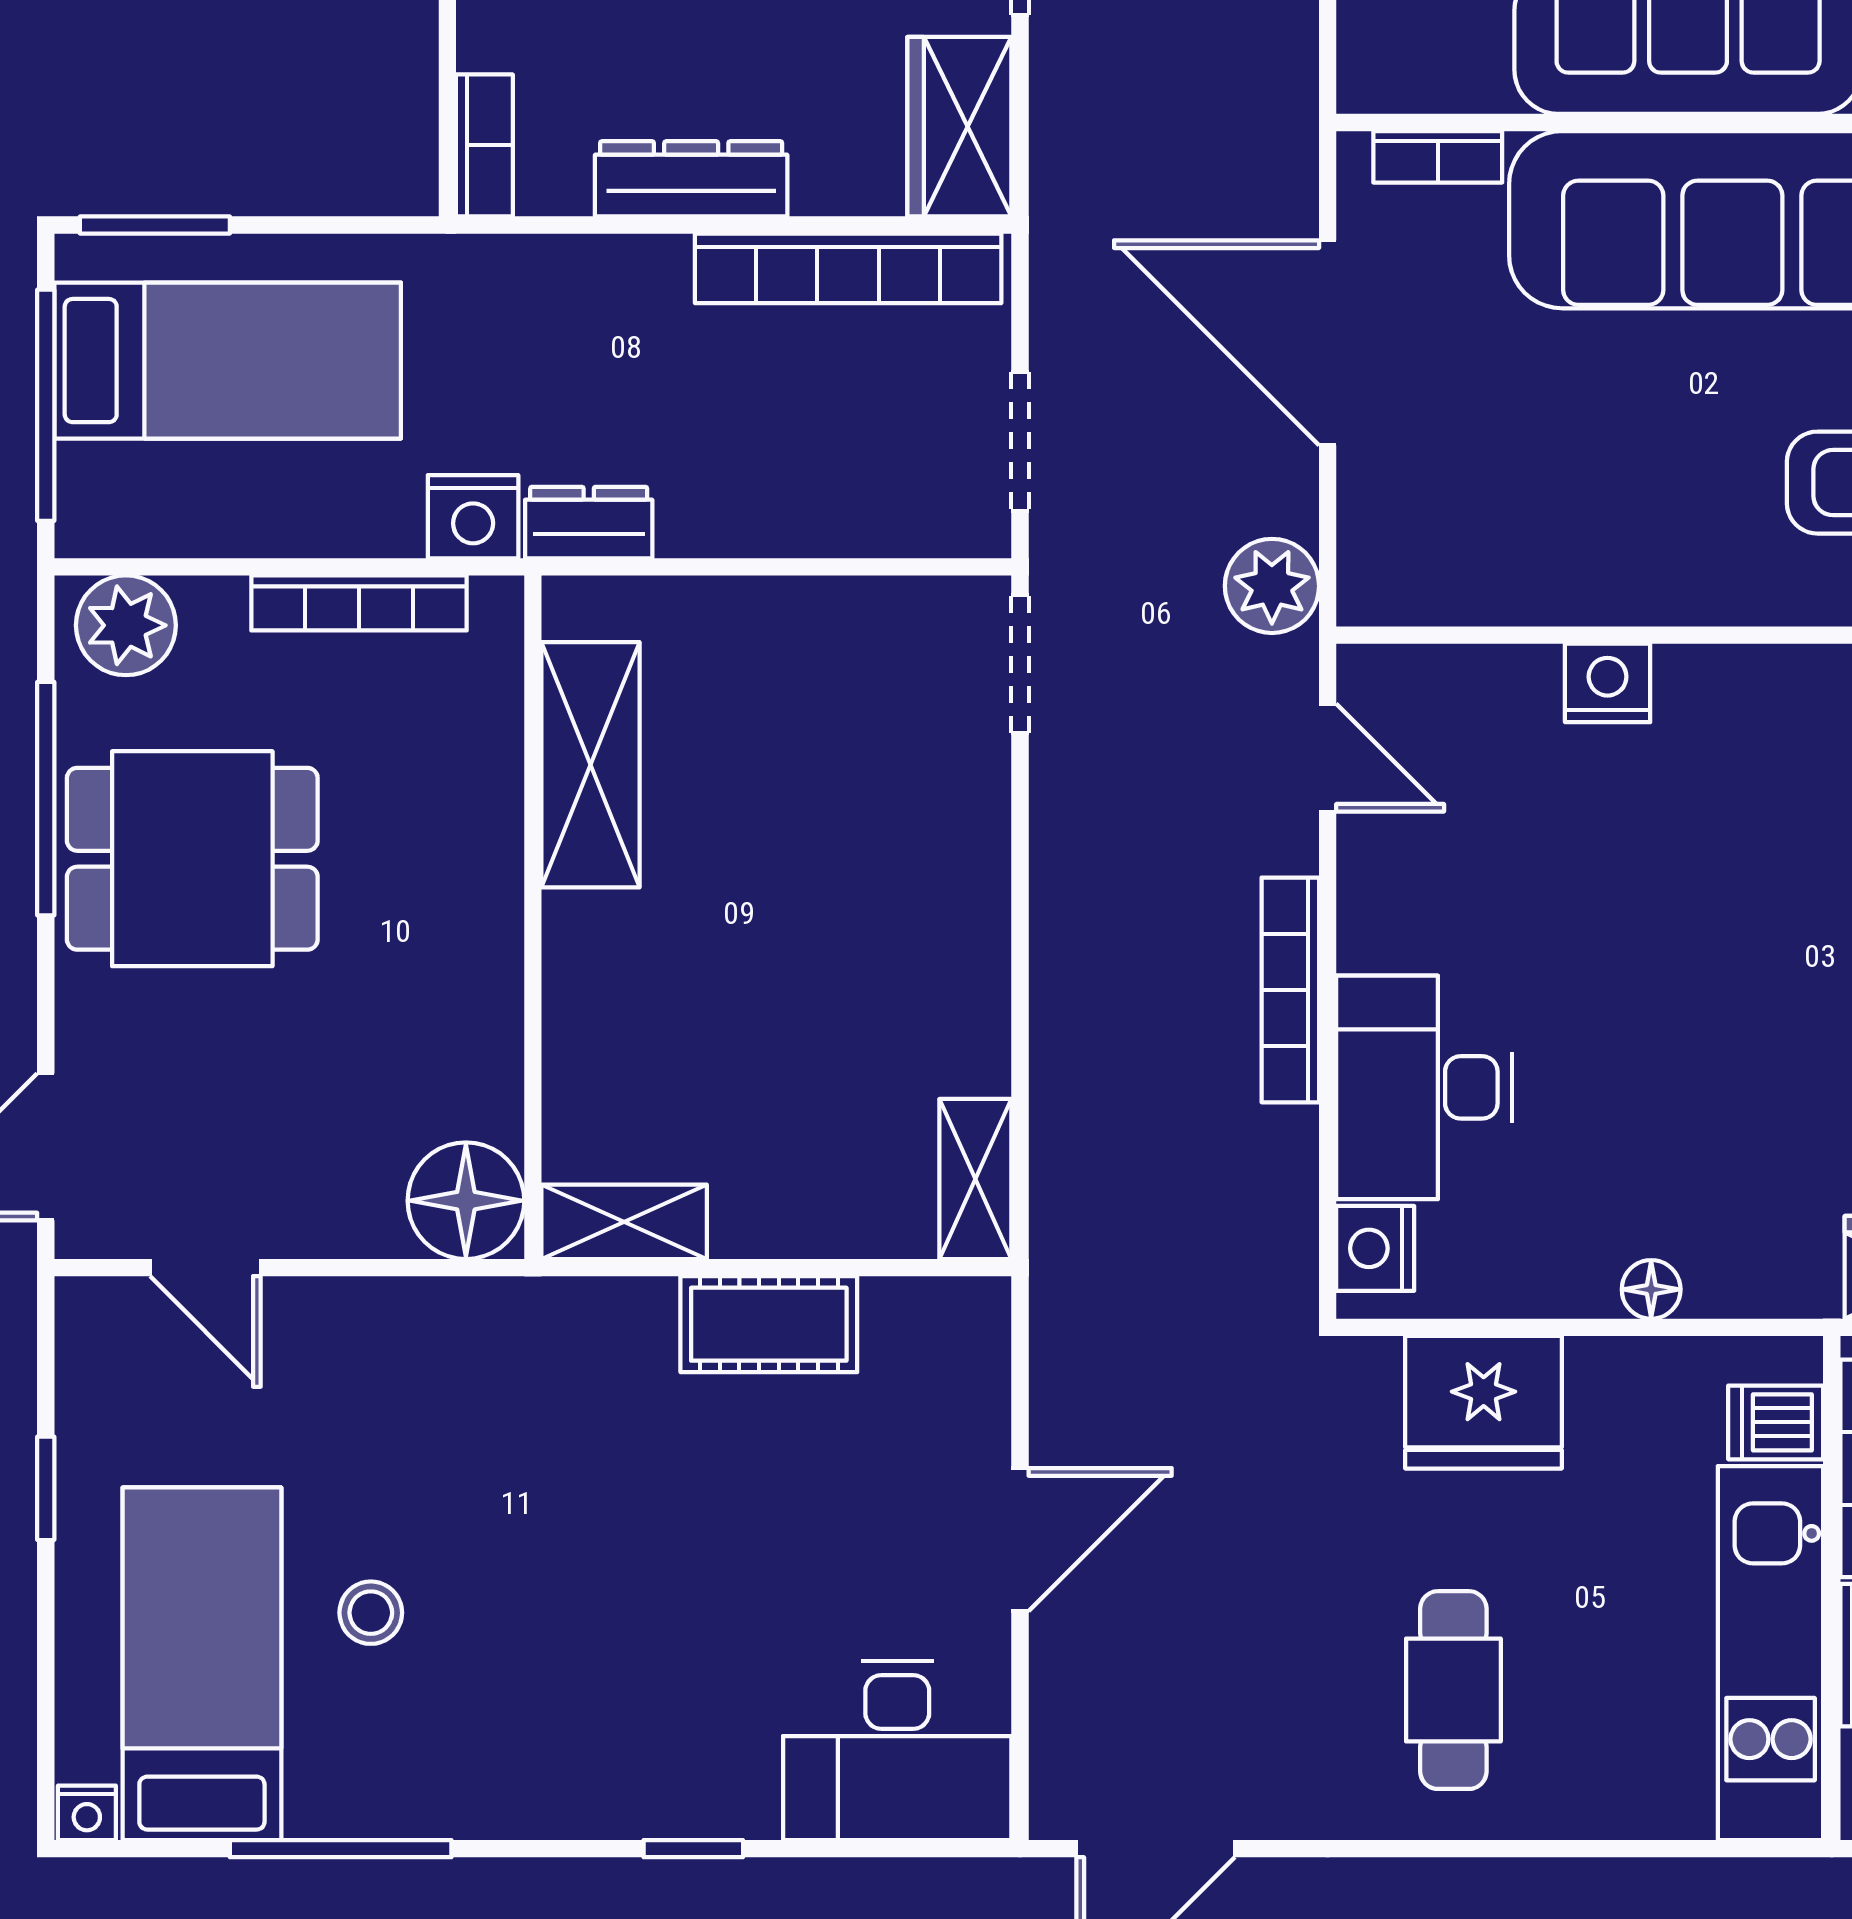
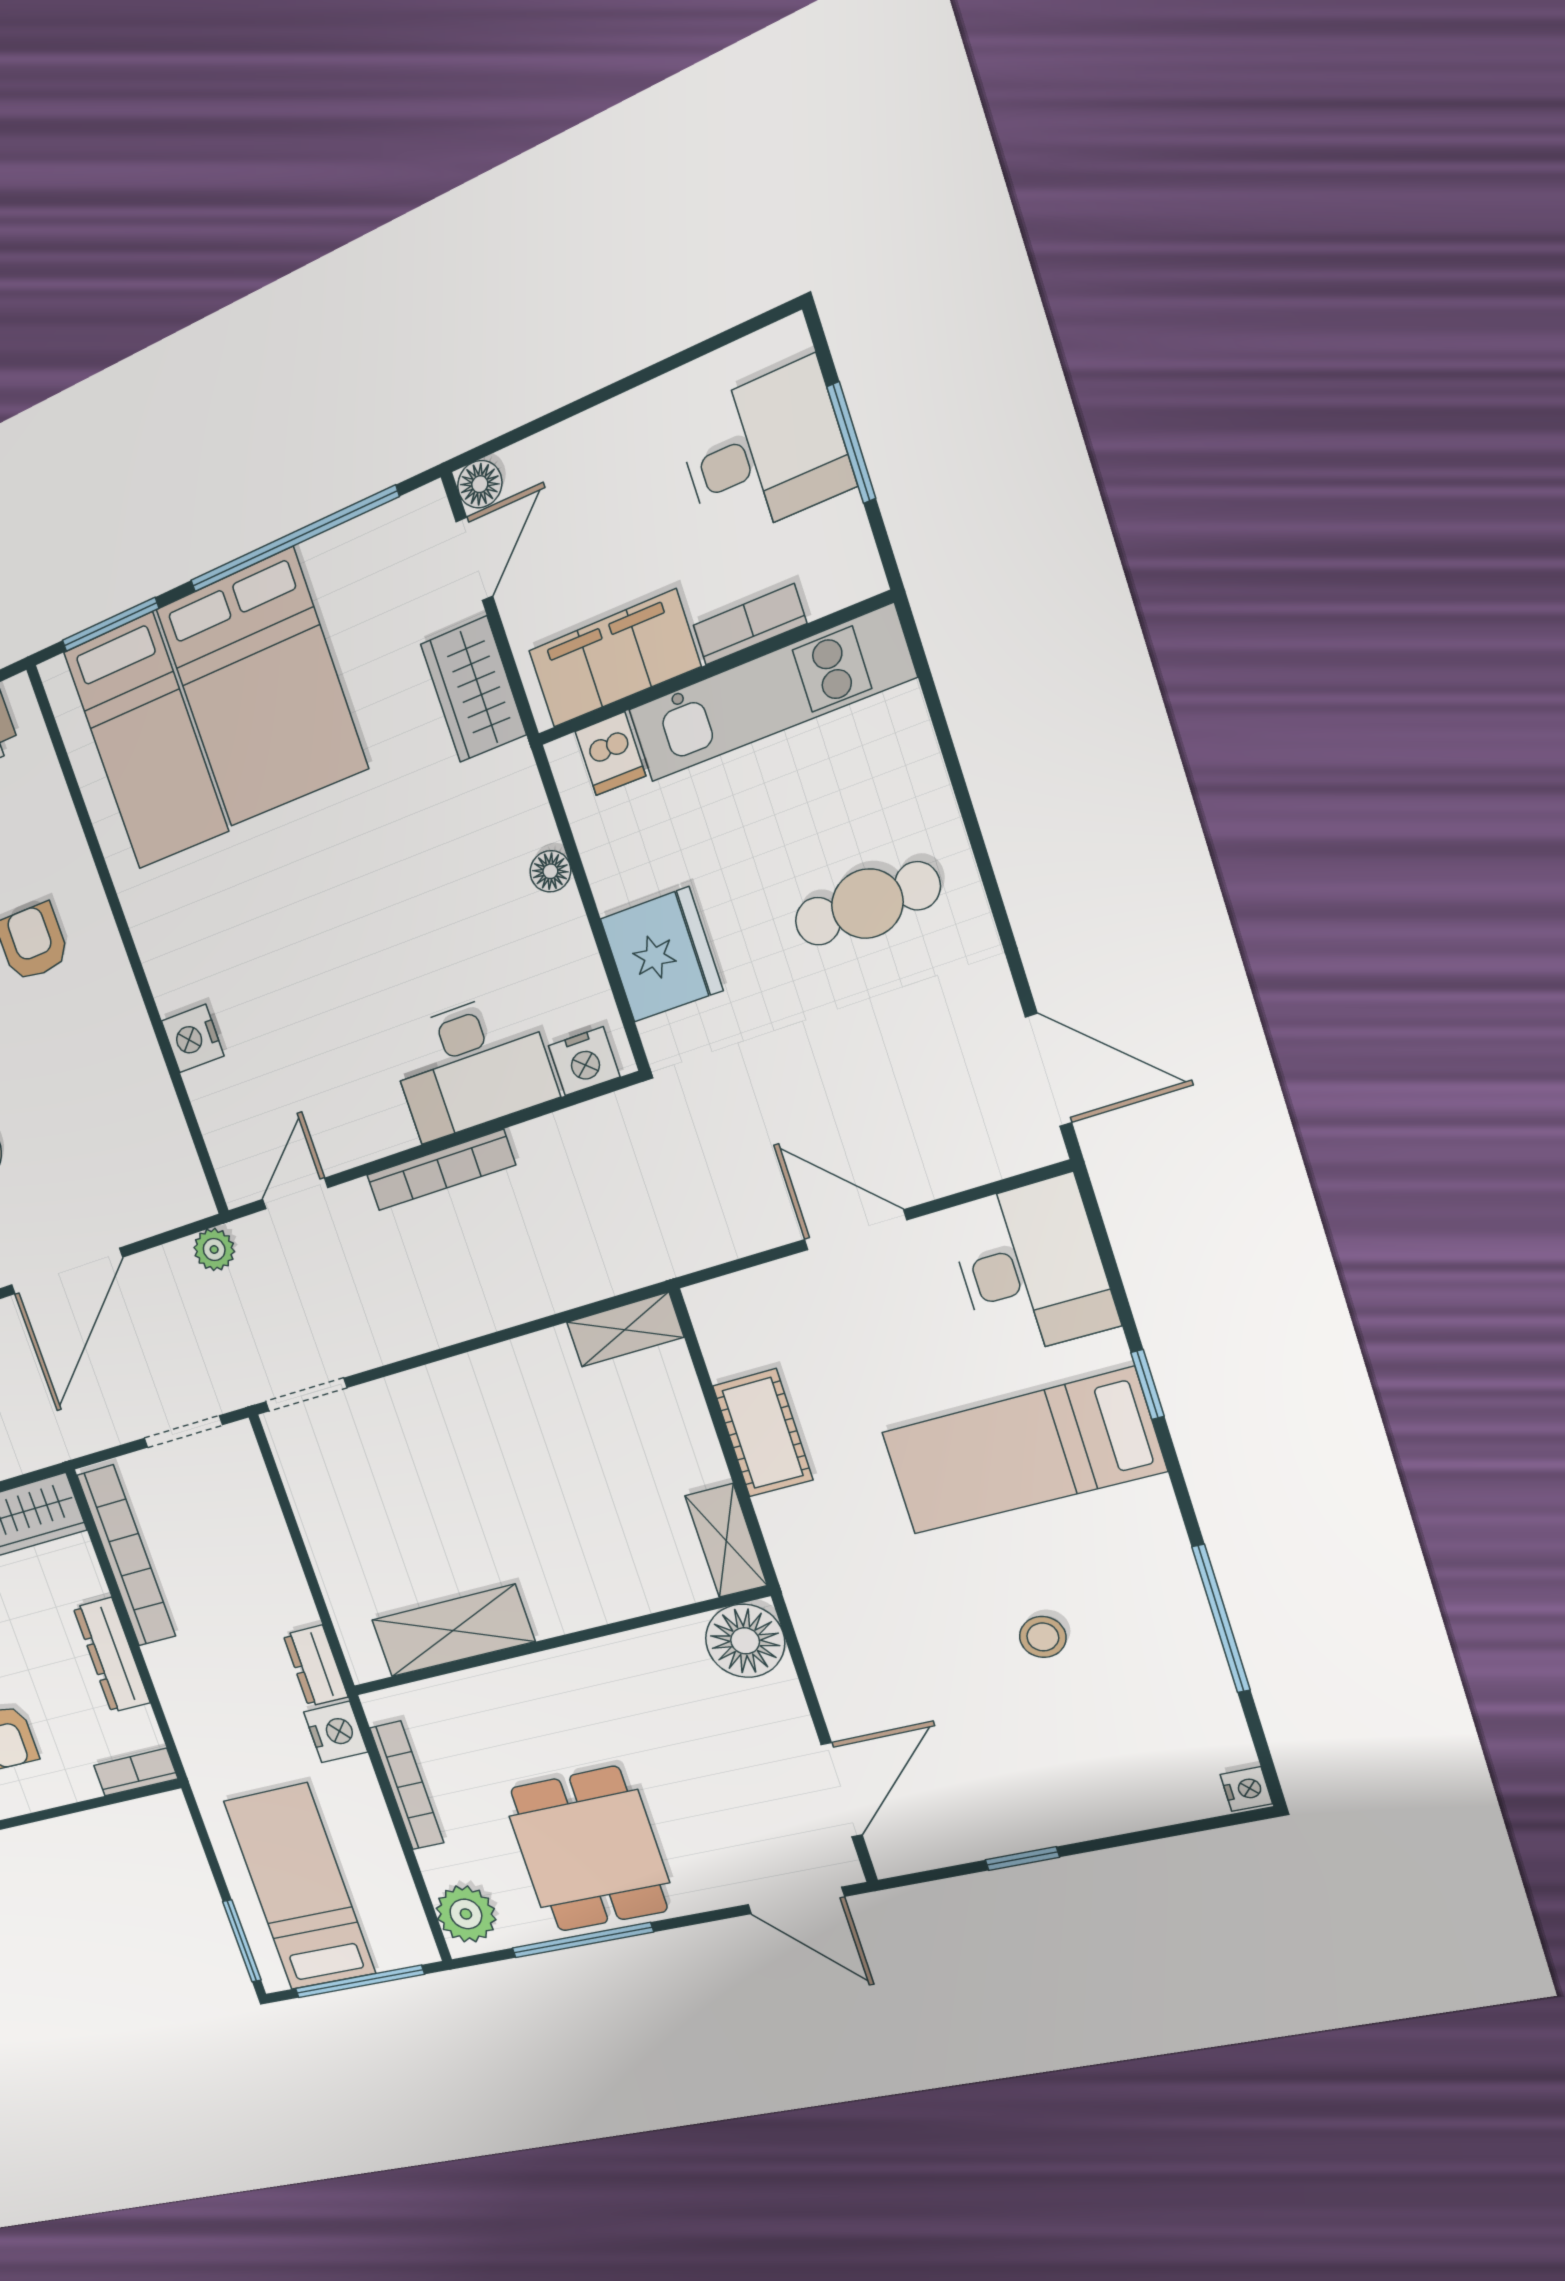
plant: (1272, 586) -> (214, 1250), width x0.73, depth x0.73
door: (205, 1268) -> (842, 1790), width x1.38
bed: (202, 1664) -> (1022, 1452), moved

